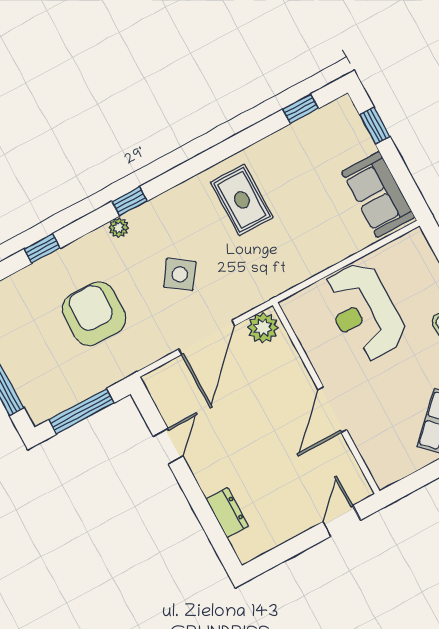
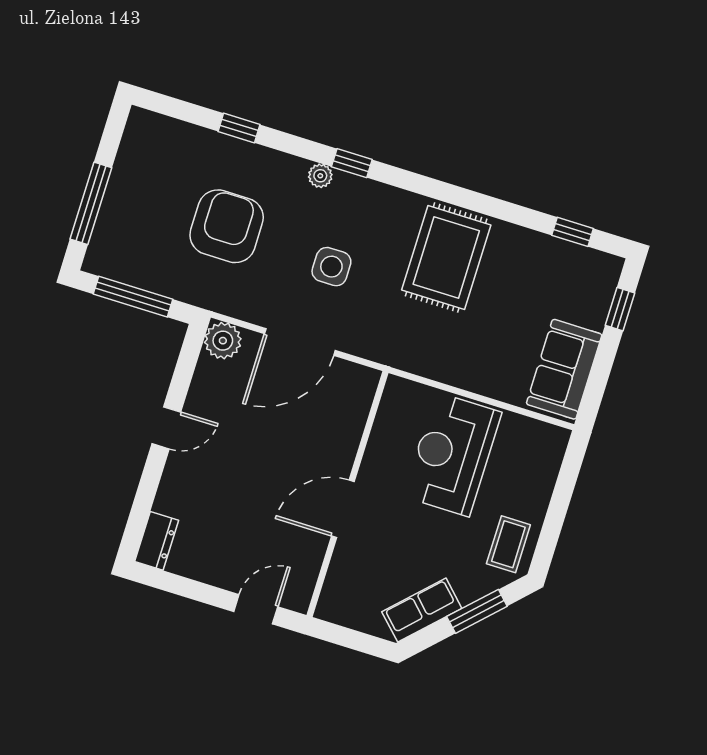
rug: (242, 200) -> (446, 258), width x1.36, depth x1.43
side table: (180, 274) -> (331, 267), turned -35
plant: (263, 328) -> (223, 341), moved
door: (168, 446) -> (166, 428), moved
dresser: (227, 513) -> (157, 541), moved

